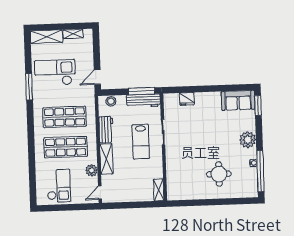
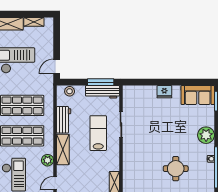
fridge: (187, 99) -> (164, 92), moved
lab bench: (141, 142) -> (98, 133), turned 180

